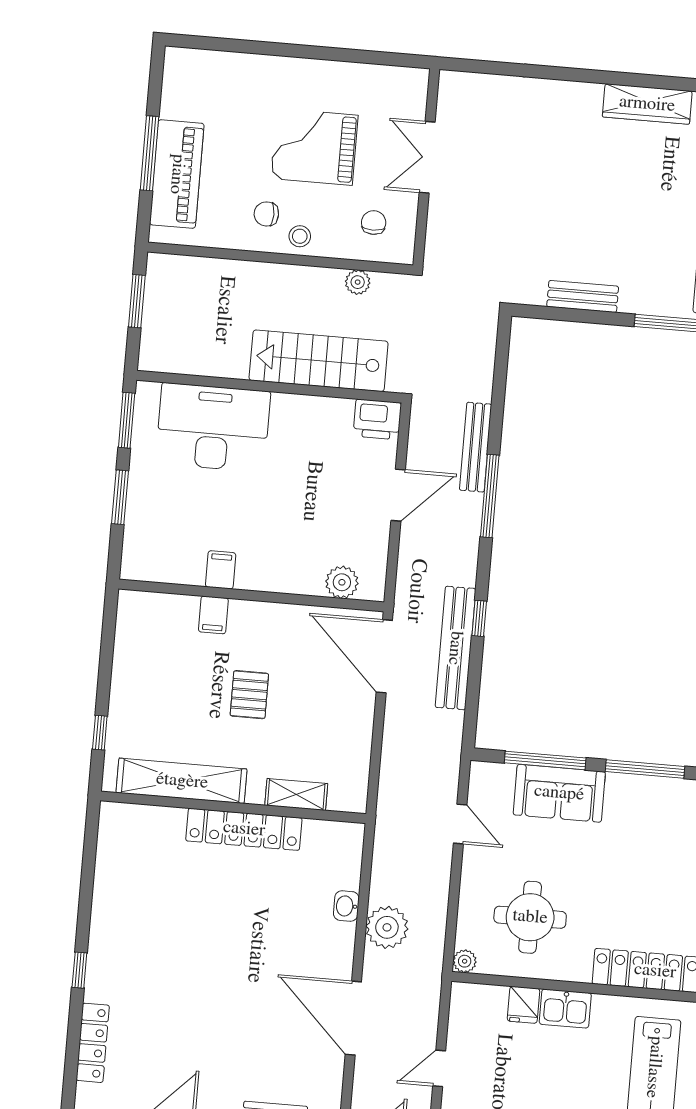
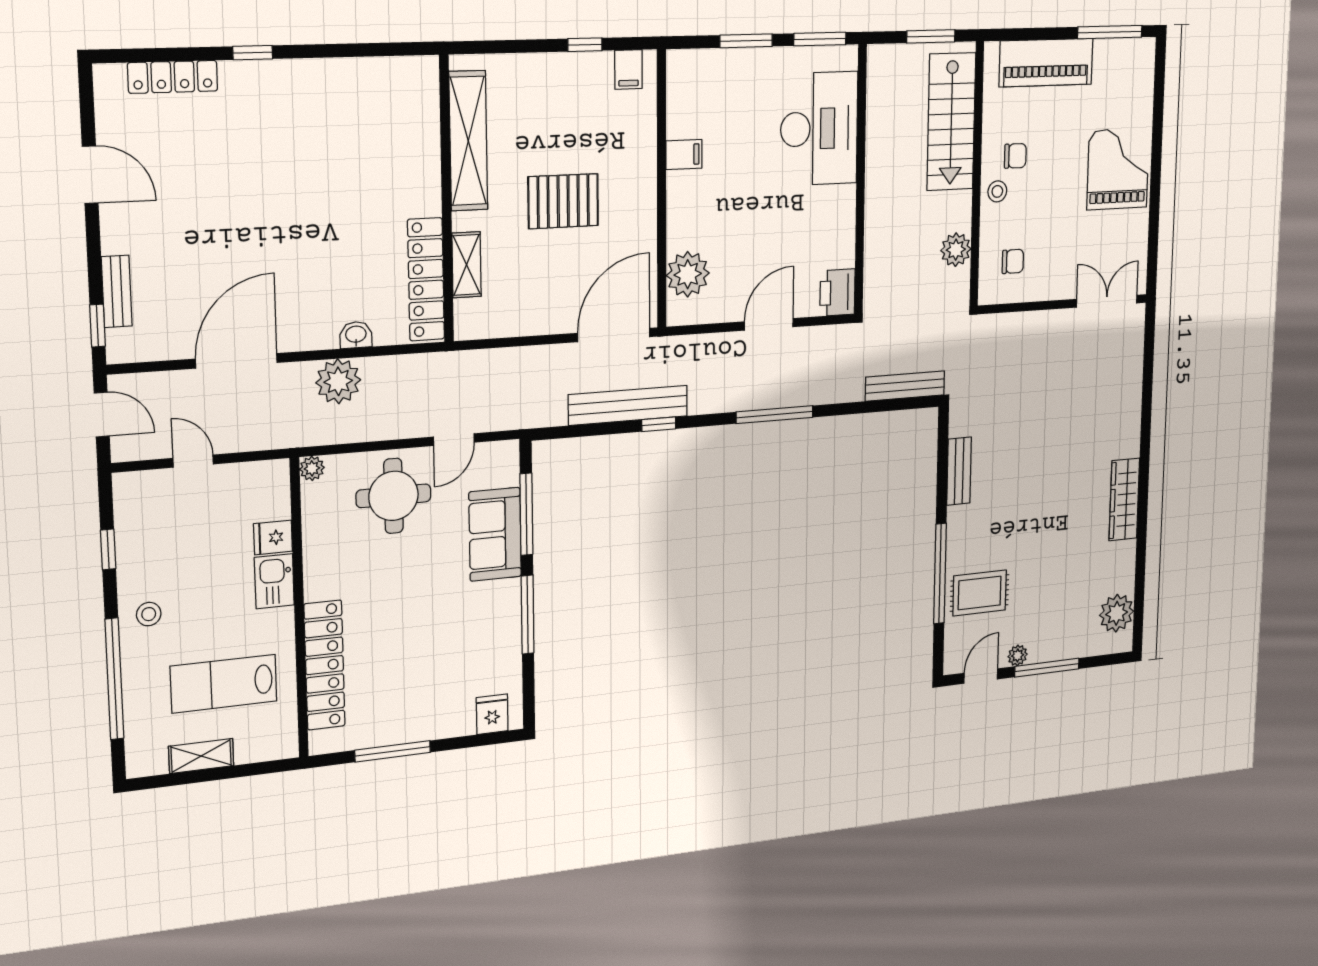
grand piano: (314, 147) -> (1118, 169), moved
window: (149, 153) -> (1110, 32), moved
double door: (427, 157) -> (1107, 301), moved
chair: (266, 214) -> (1015, 156), turned 90
plant: (358, 282) -> (956, 250), width x1.38, depth x1.38
stairs: (319, 361) -> (951, 122), moved, turned 180
bench: (476, 447) -> (905, 386), moved
door: (398, 495) -> (769, 324), swing flipped
plant: (342, 582) -> (688, 274), width x1.36, depth x1.36
filing cabinet: (213, 615) -> (628, 70), moved, turned -90
pallet: (249, 695) -> (563, 201), width x1.50, depth x1.42
window: (100, 733) -> (585, 45), moved
locker: (244, 829) -> (426, 279), moved
round table: (530, 917) -> (393, 496), moved

